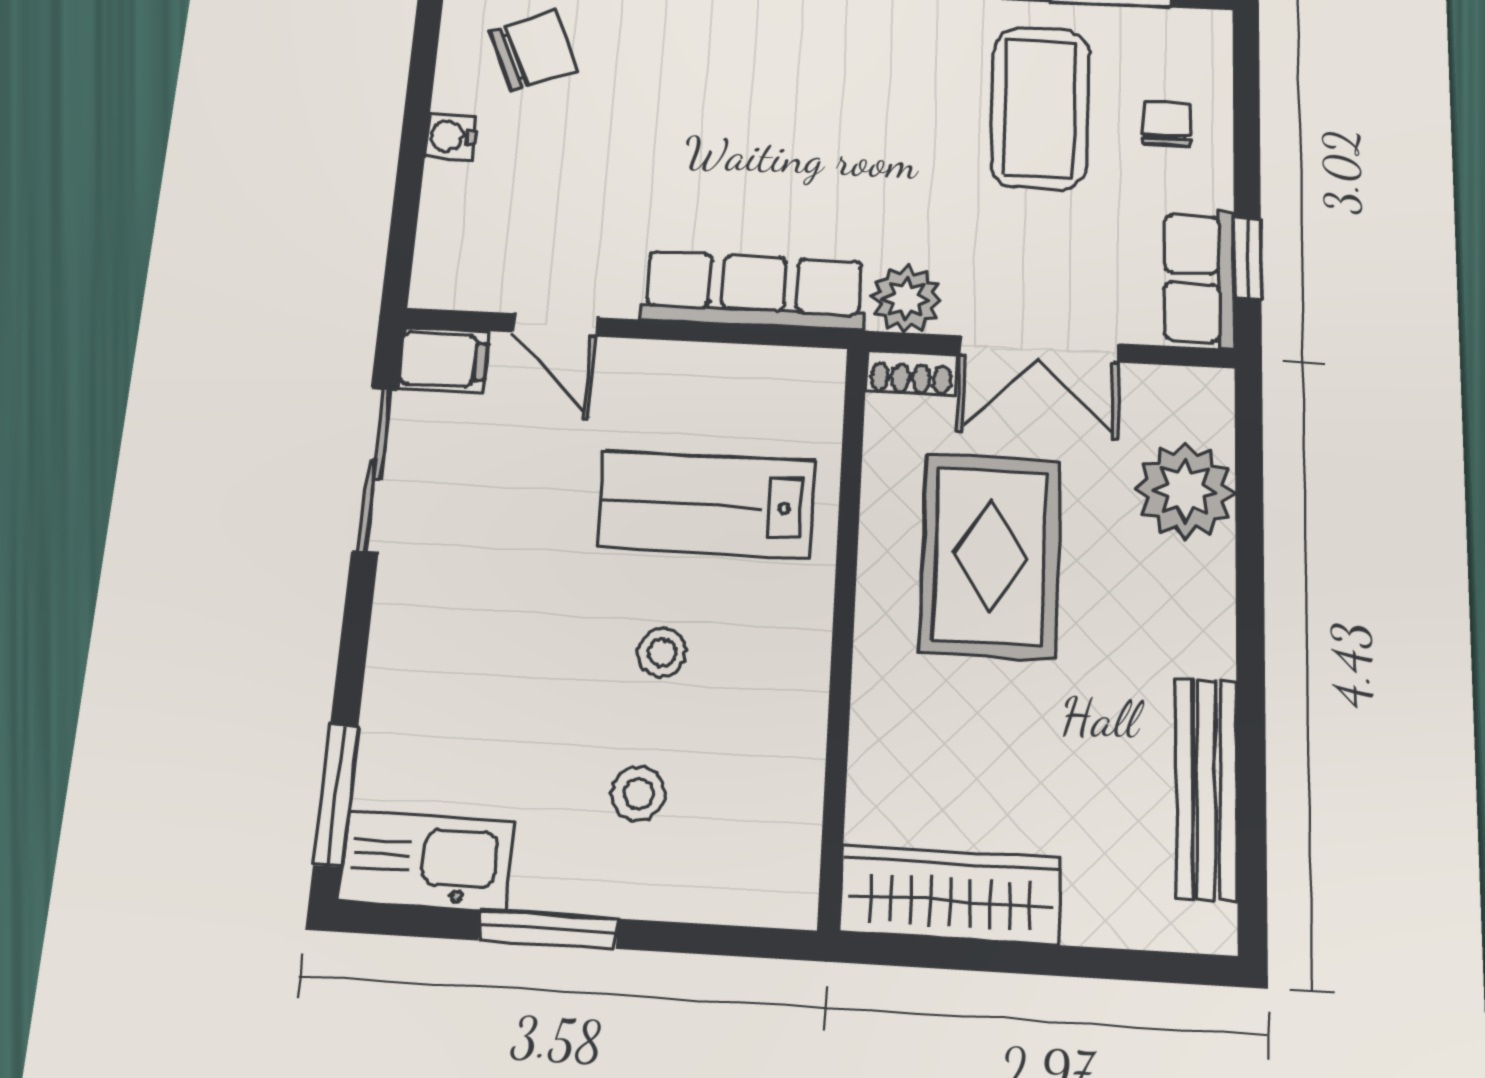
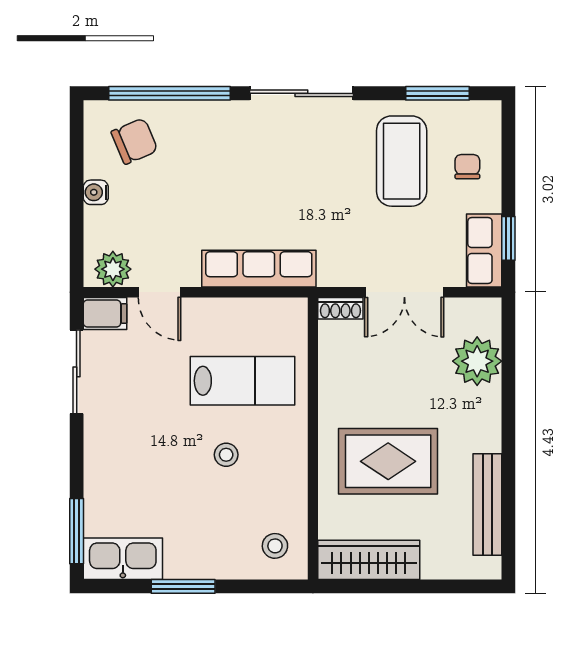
plant: (906, 299) -> (113, 269), moved
lab bench: (706, 504) -> (242, 381), turned 180
rug: (990, 556) -> (388, 461), moved, turned 90
stool: (639, 794) -> (275, 546), moved

